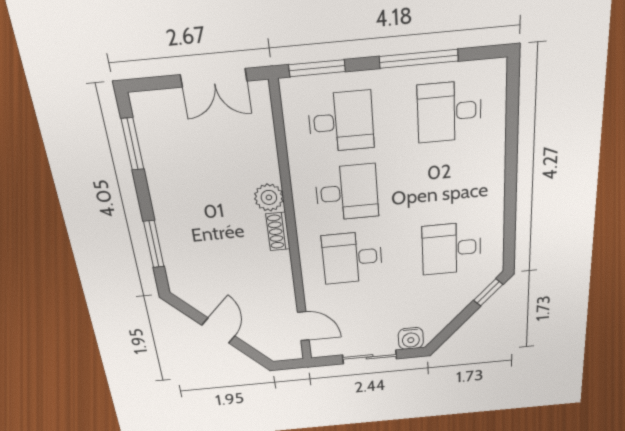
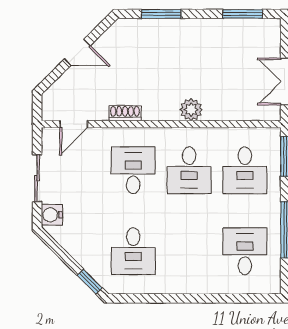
shoe rack: (278, 231) -> (125, 113), moved
desk: (451, 248) -> (133, 251), turned 180

